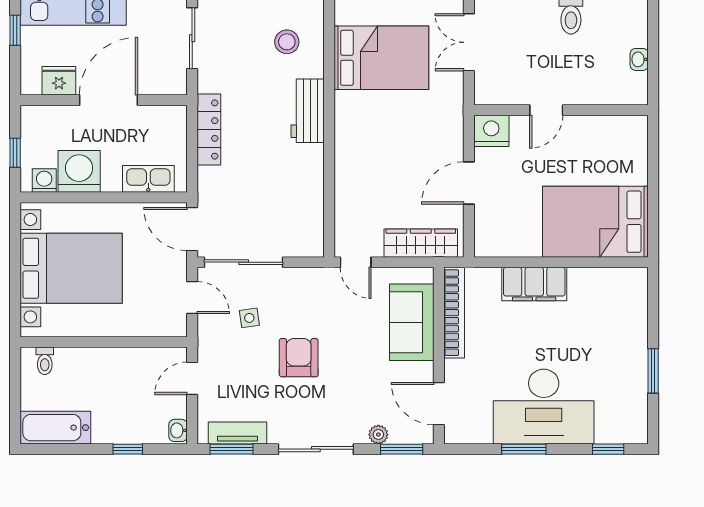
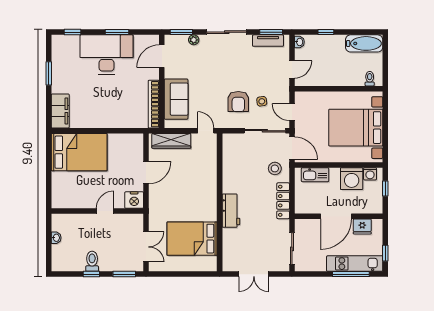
stool: (287, 42) -> (275, 168), moved
filing cabinet: (534, 284) -> (60, 111), moved, turned 90
armchair: (299, 358) -> (238, 102), moved
door: (439, 404) -> (162, 56), swing flipped

